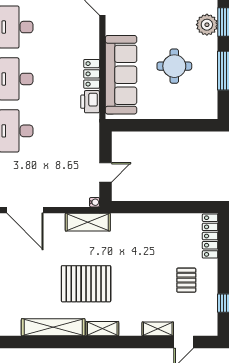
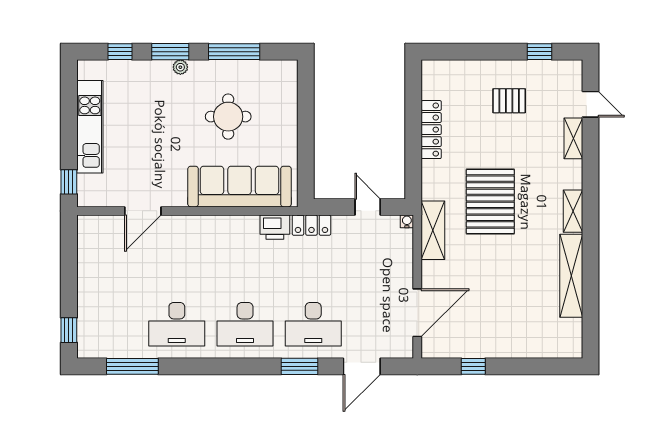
plant: (207, 25) -> (180, 67), width x0.53, depth x0.53
locker: (92, 74) -> (311, 225), moved
locker: (210, 236) -> (431, 130), moved, turned -90
pallet: (86, 284) -> (490, 202), moved

